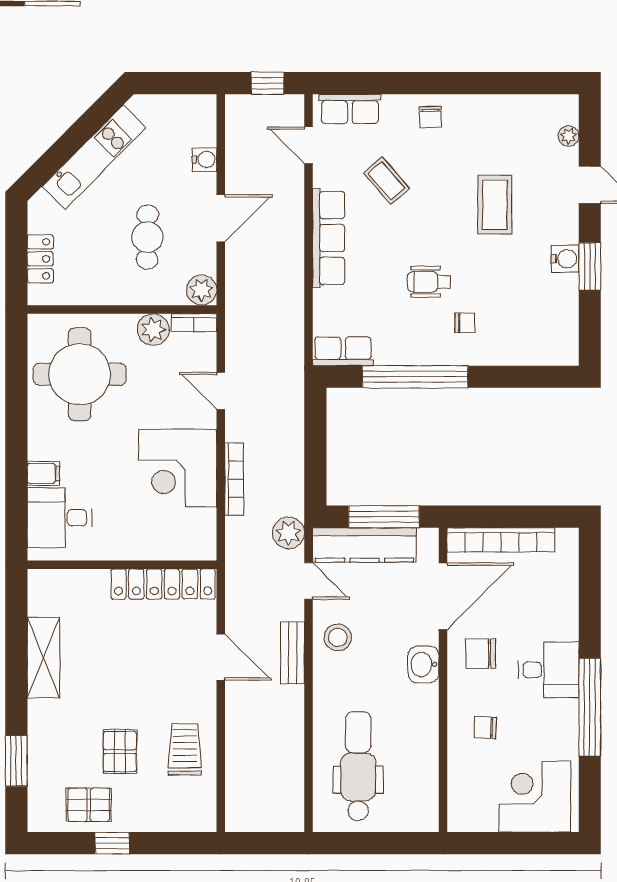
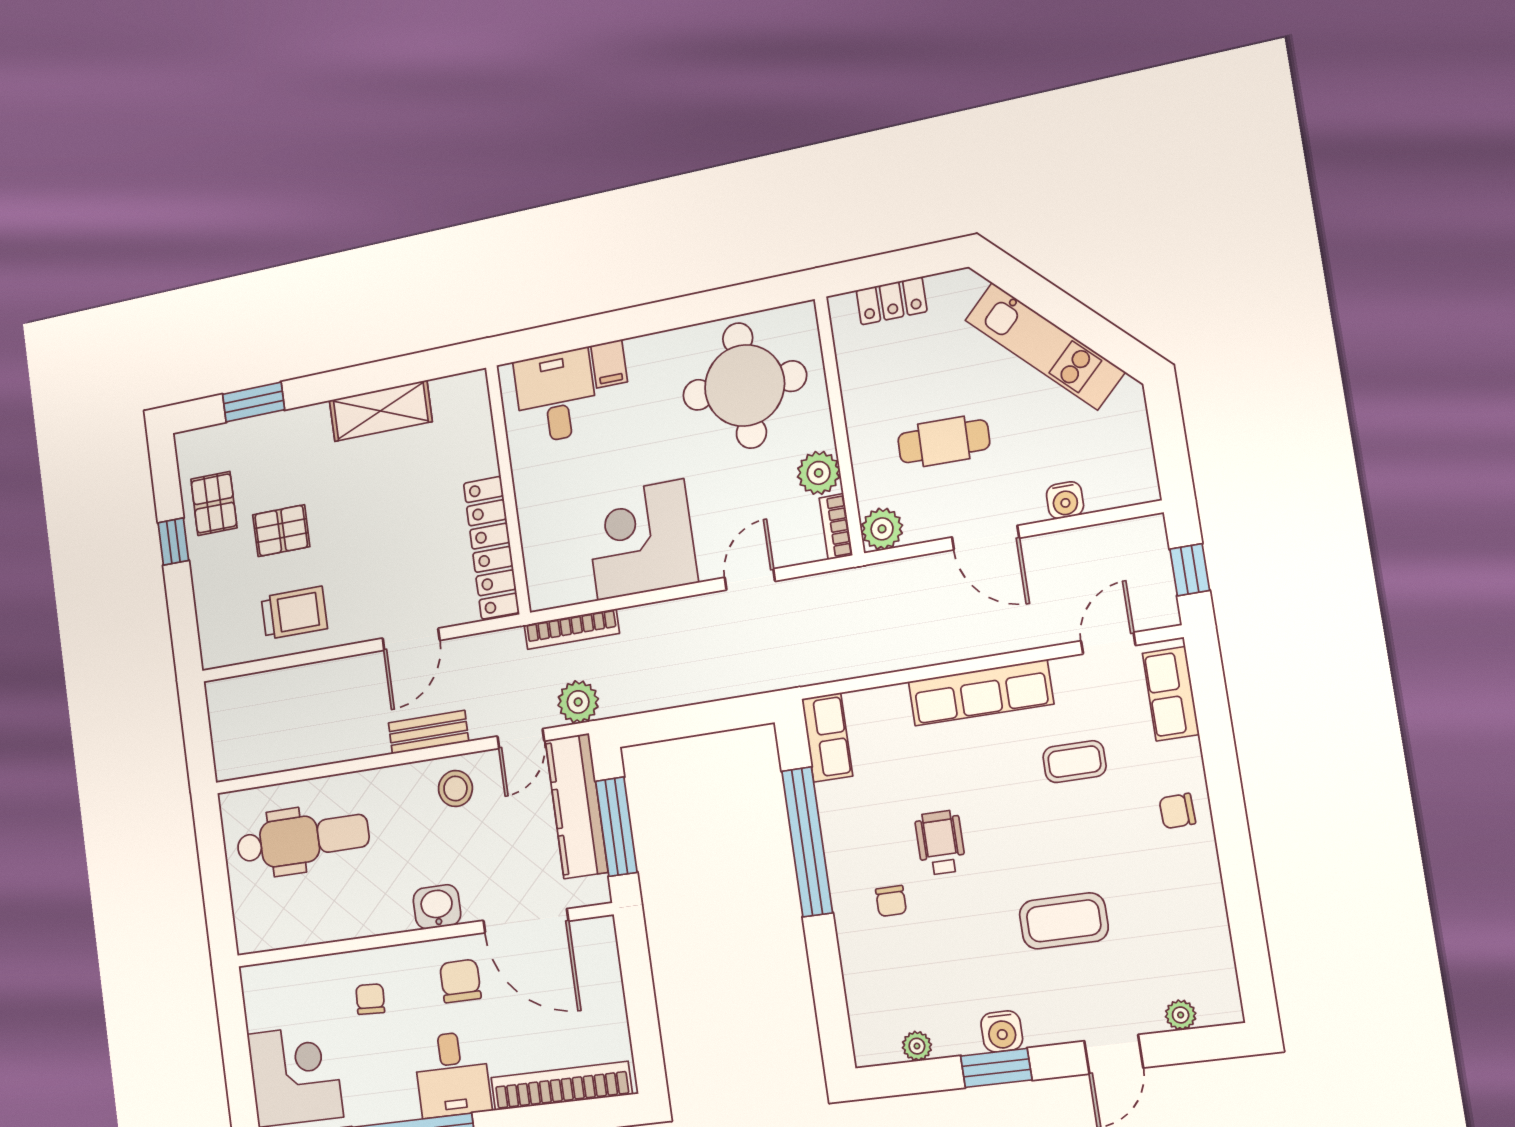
coffee table: (386, 181) -> (1074, 762), turned 41
plant: (568, 320) -> (917, 1046), added
bookcase: (234, 479) -> (572, 629), moved
bookcase: (501, 540) -> (561, 1086), moved, turned 90

